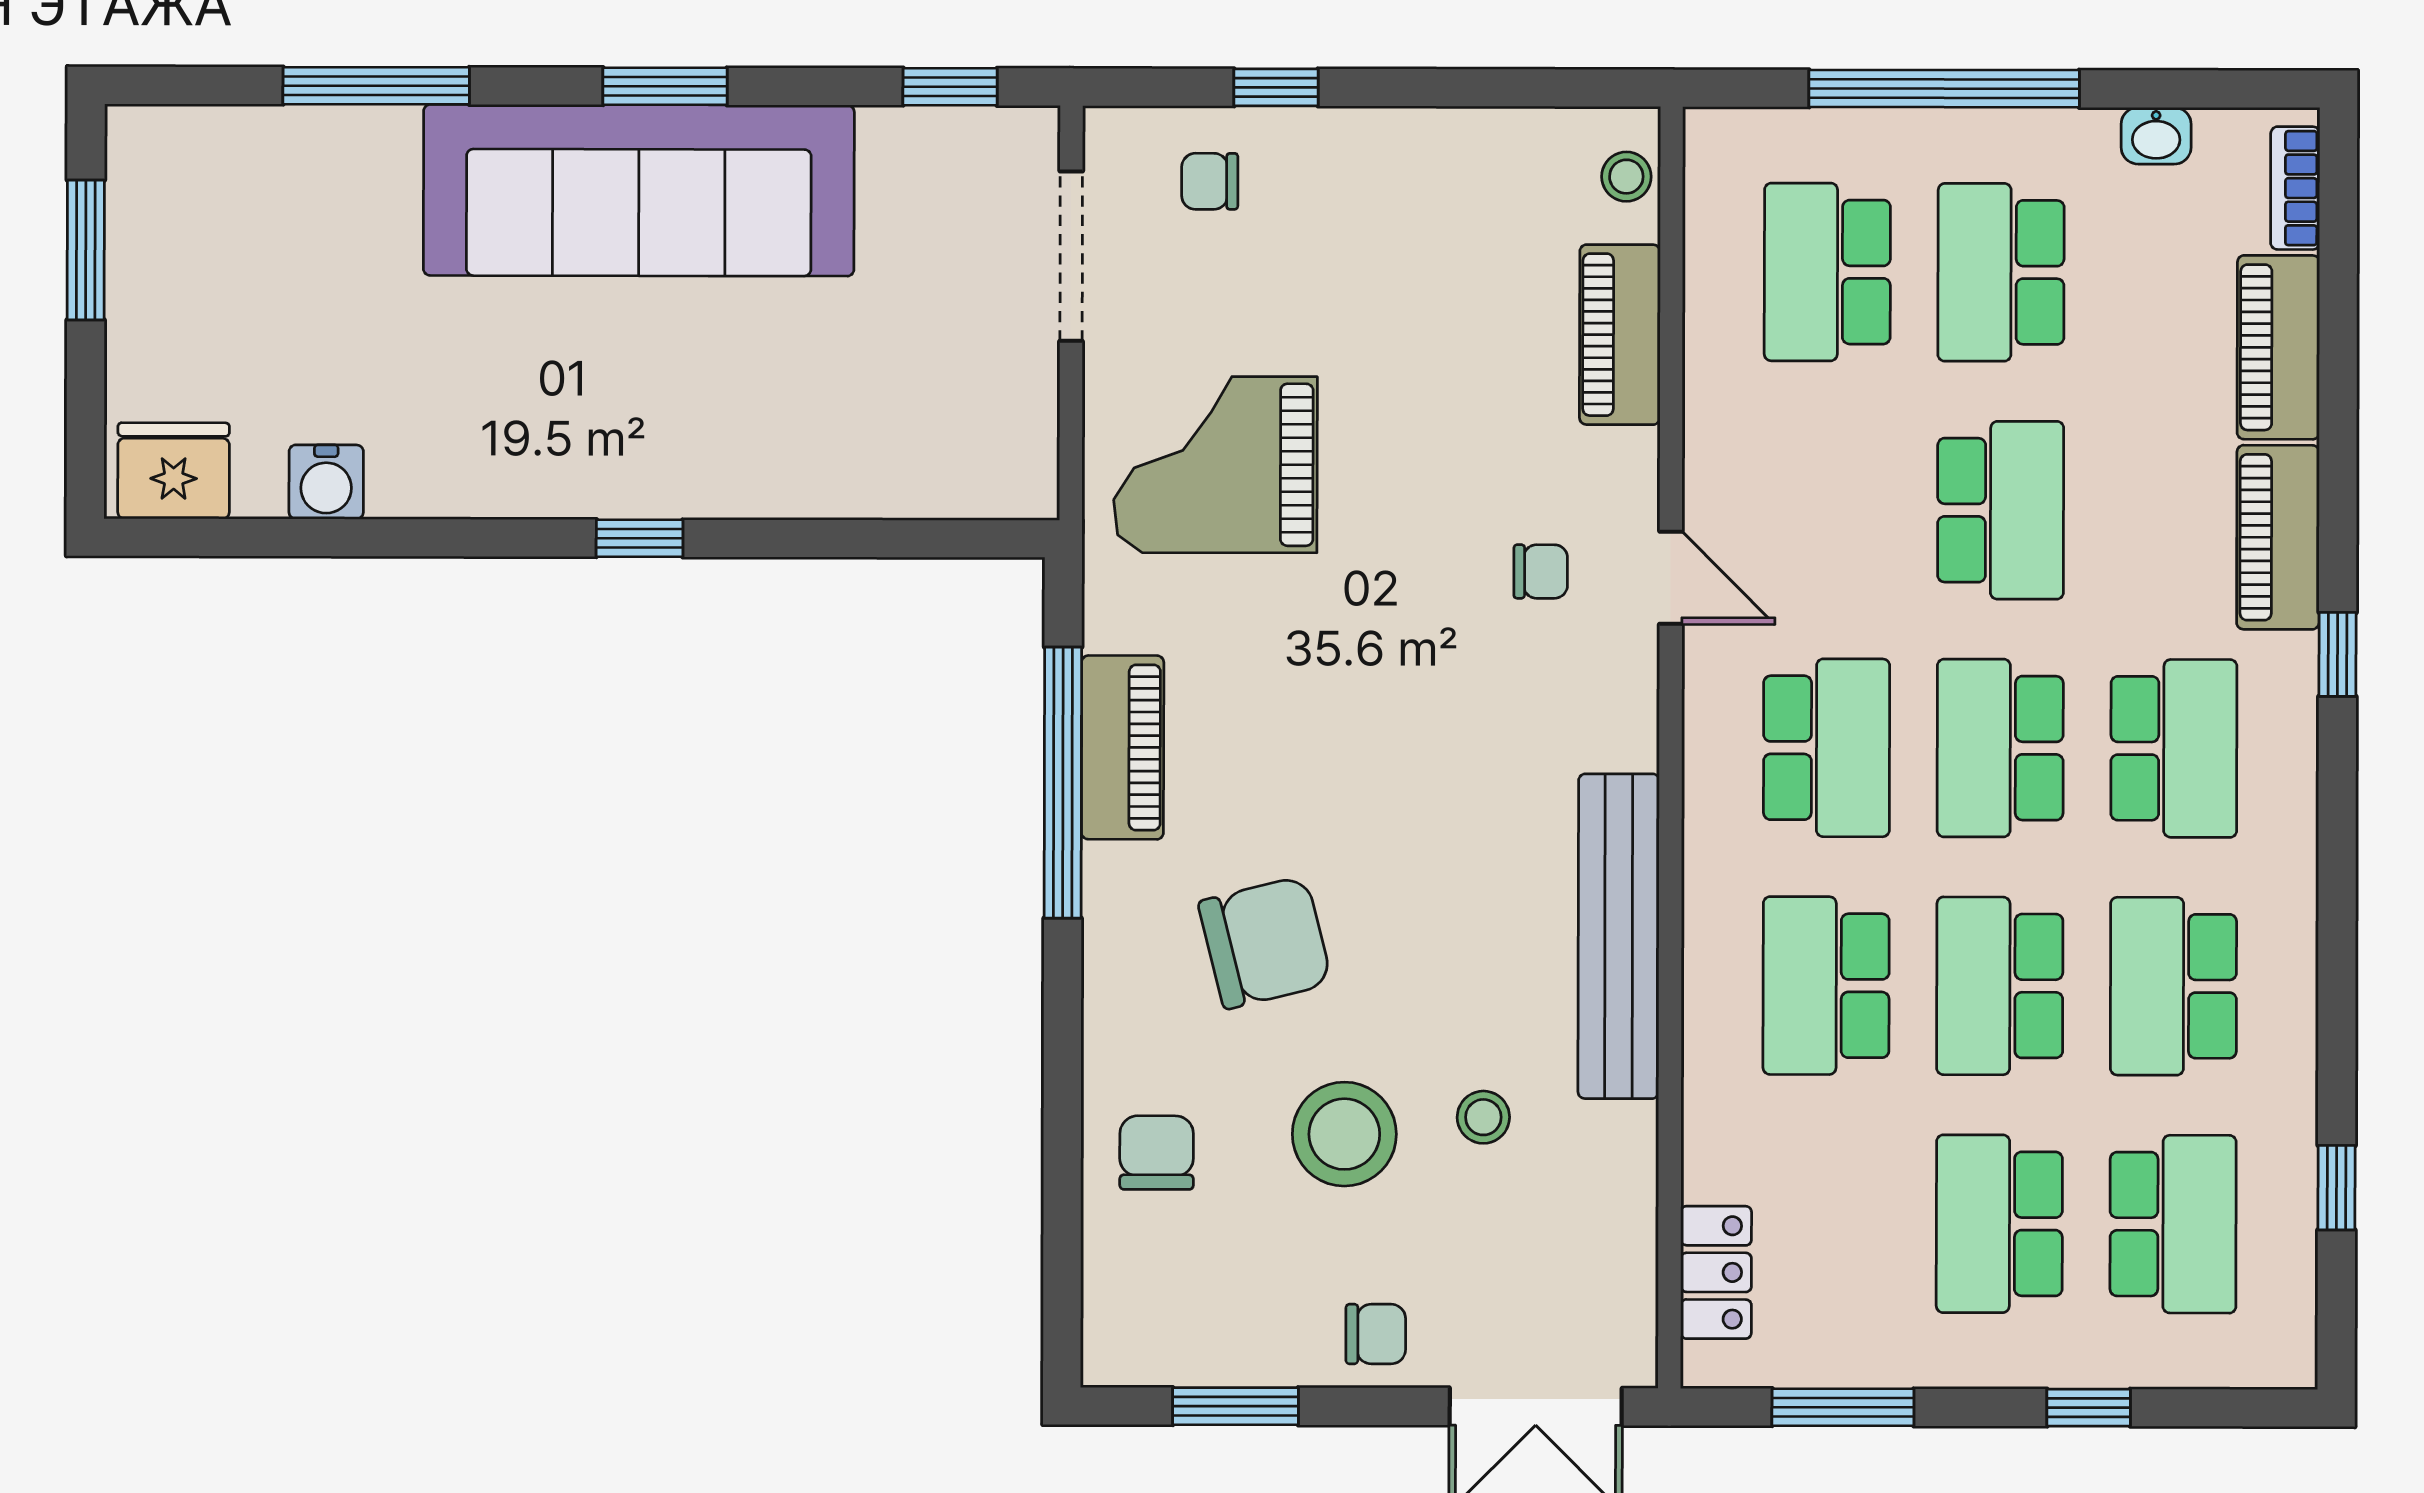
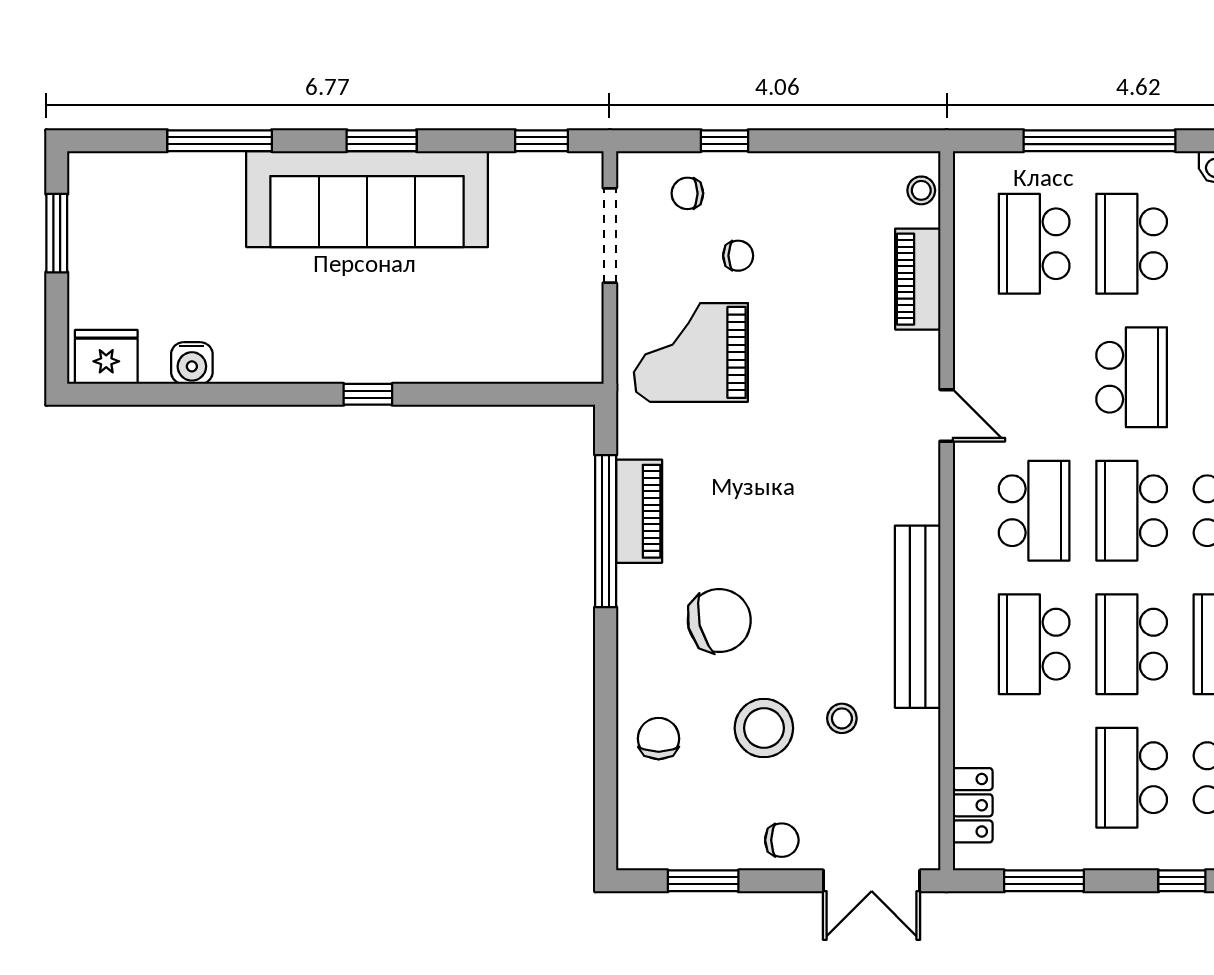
chair: (1541, 572) -> (738, 256), moved

